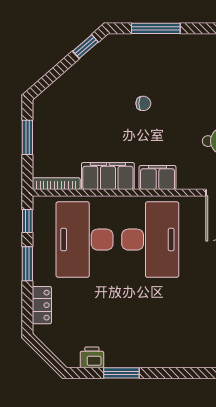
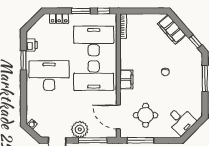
window: (27, 137) -> (147, 11), removed
filing cabinet: (108, 176) -> (172, 29), moved, turned 139
desk: (150, 324) -> (49, 76), added

